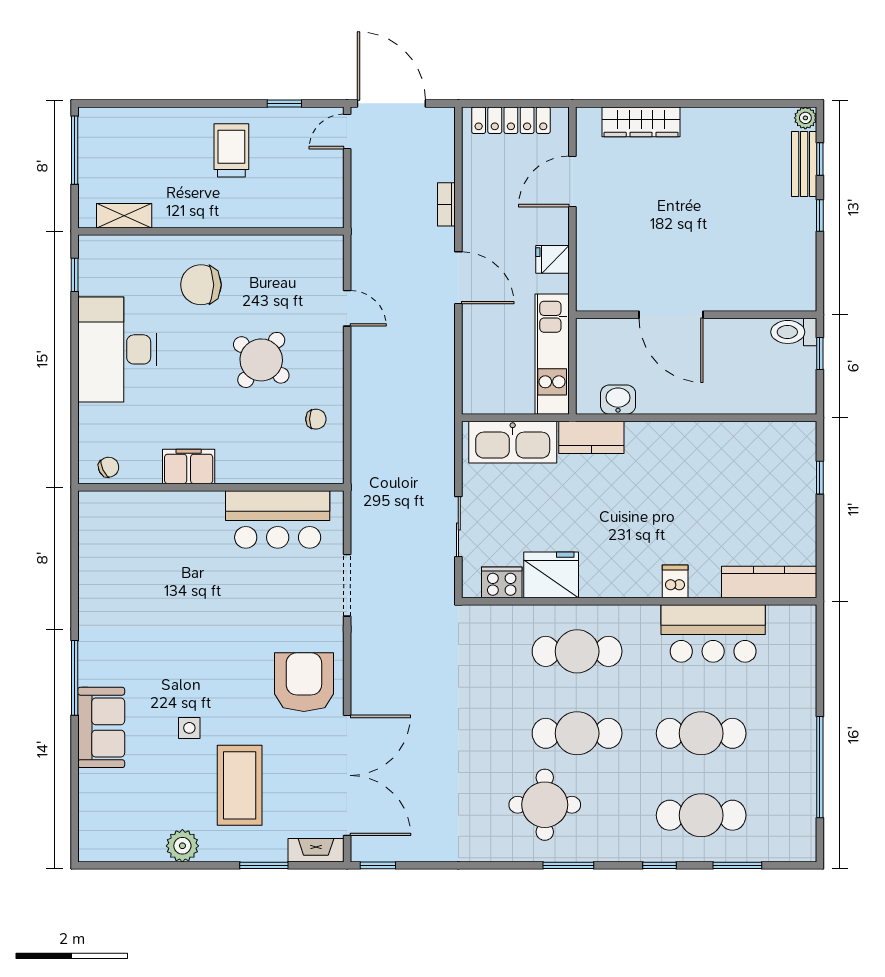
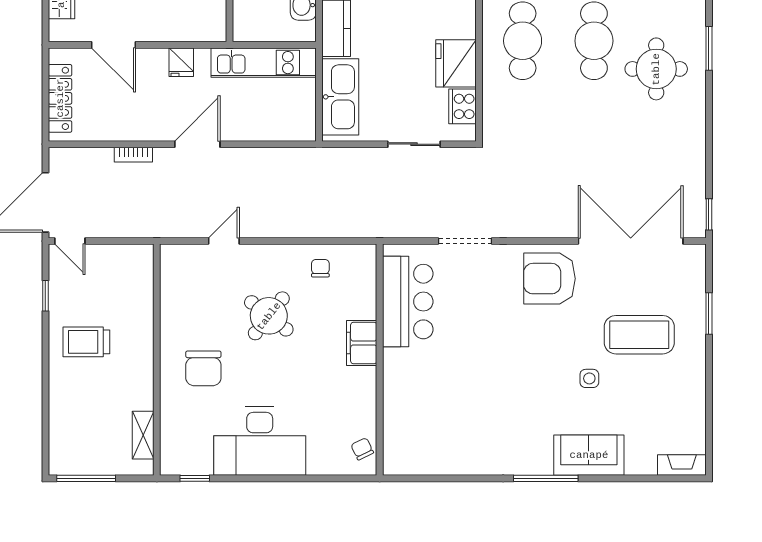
filing cabinet: (189, 467) -> (362, 343), moved
plant: (182, 846) -> (692, 384), removed
fireplace: (316, 850) -> (682, 465), moved, turned 90

